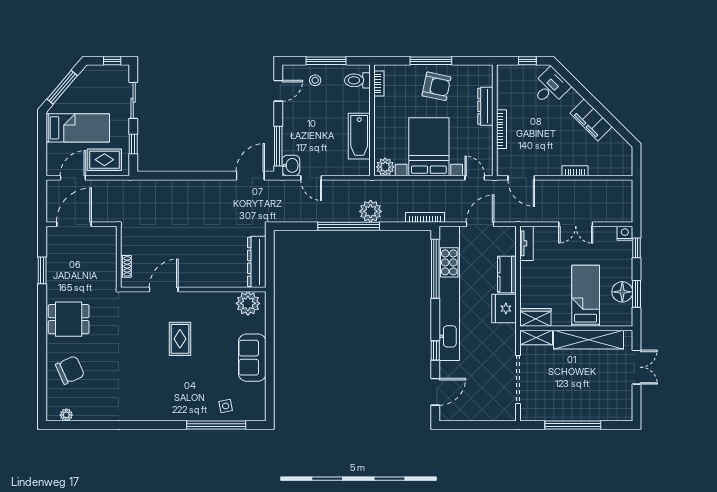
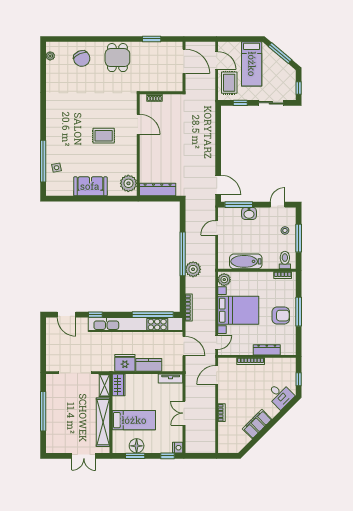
armchair: (436, 86) -> (281, 316), turned -102
door: (278, 91) -> (278, 205), swing flipped
washbasin: (291, 165) -> (249, 213), moved

